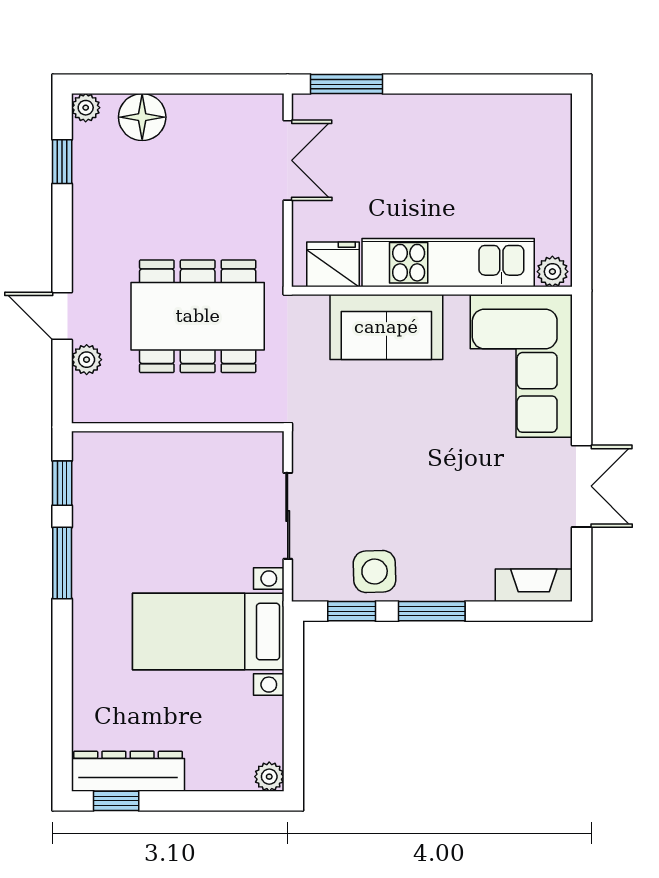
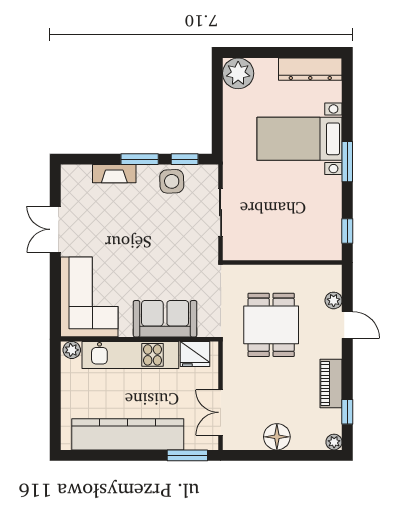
floor lamp: (142, 117) -> (277, 437), moved
kitchen counter: (453, 121) -> (128, 434), added
piano: (91, 212) -> (331, 383), added
dining table: (198, 316) -> (271, 325), width x0.73
window: (62, 563) -> (347, 162), moved
fireplace: (534, 585) -> (114, 174), moved
bed with nightstands: (208, 632) -> (300, 139), moved, turned 180
plant: (269, 777) -> (238, 73), width x1.88, depth x1.88
window: (116, 801) -> (317, 53), removed

